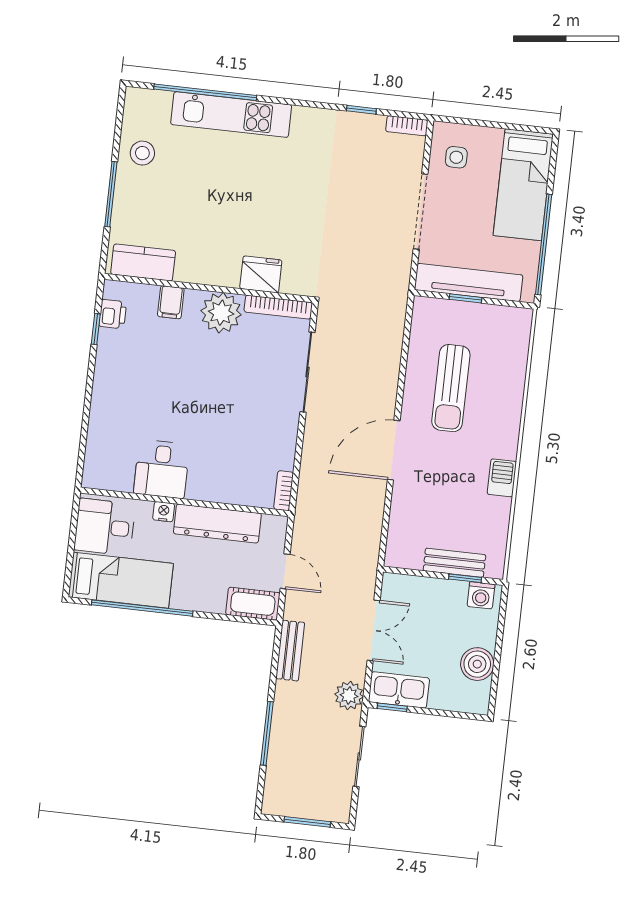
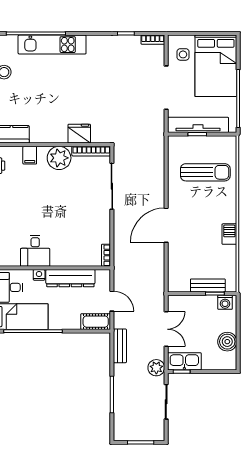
bed: (523, 185) -> (216, 66), width x1.50
sun lounger: (451, 388) -> (205, 172), moved, turned -90

